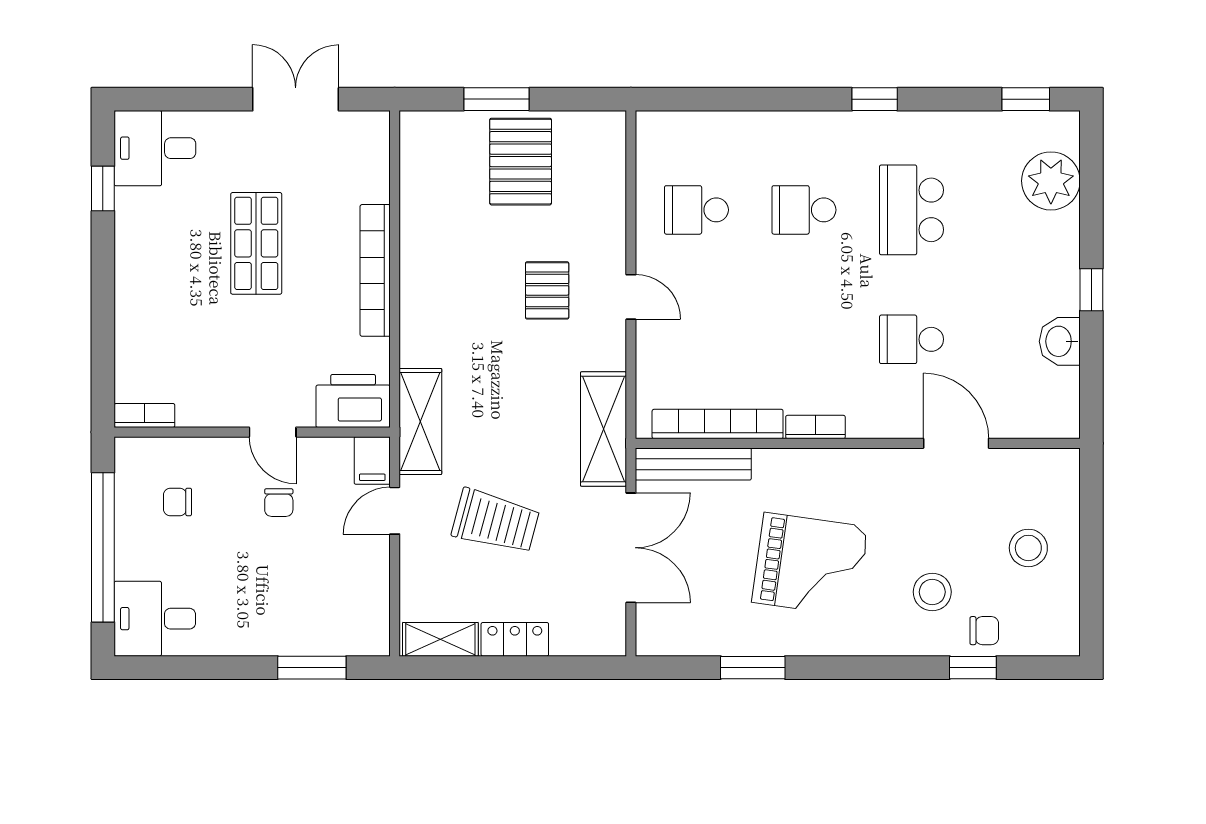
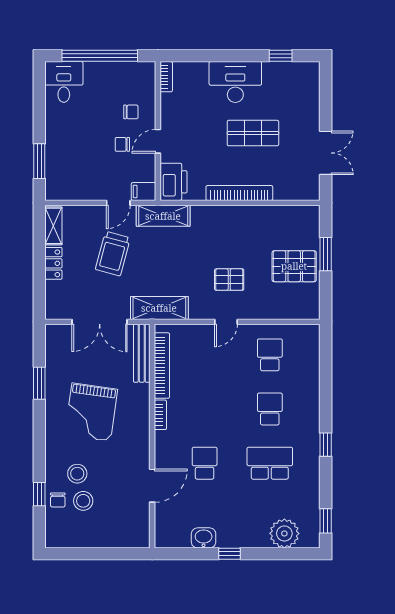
desk: (155, 148) -> (235, 82), moved, width x1.37
chair: (178, 502) -> (131, 112), moved, turned 90
door: (395, 511) -> (118, 203), swing flipped
stool: (1028, 548) -> (83, 501), moved

